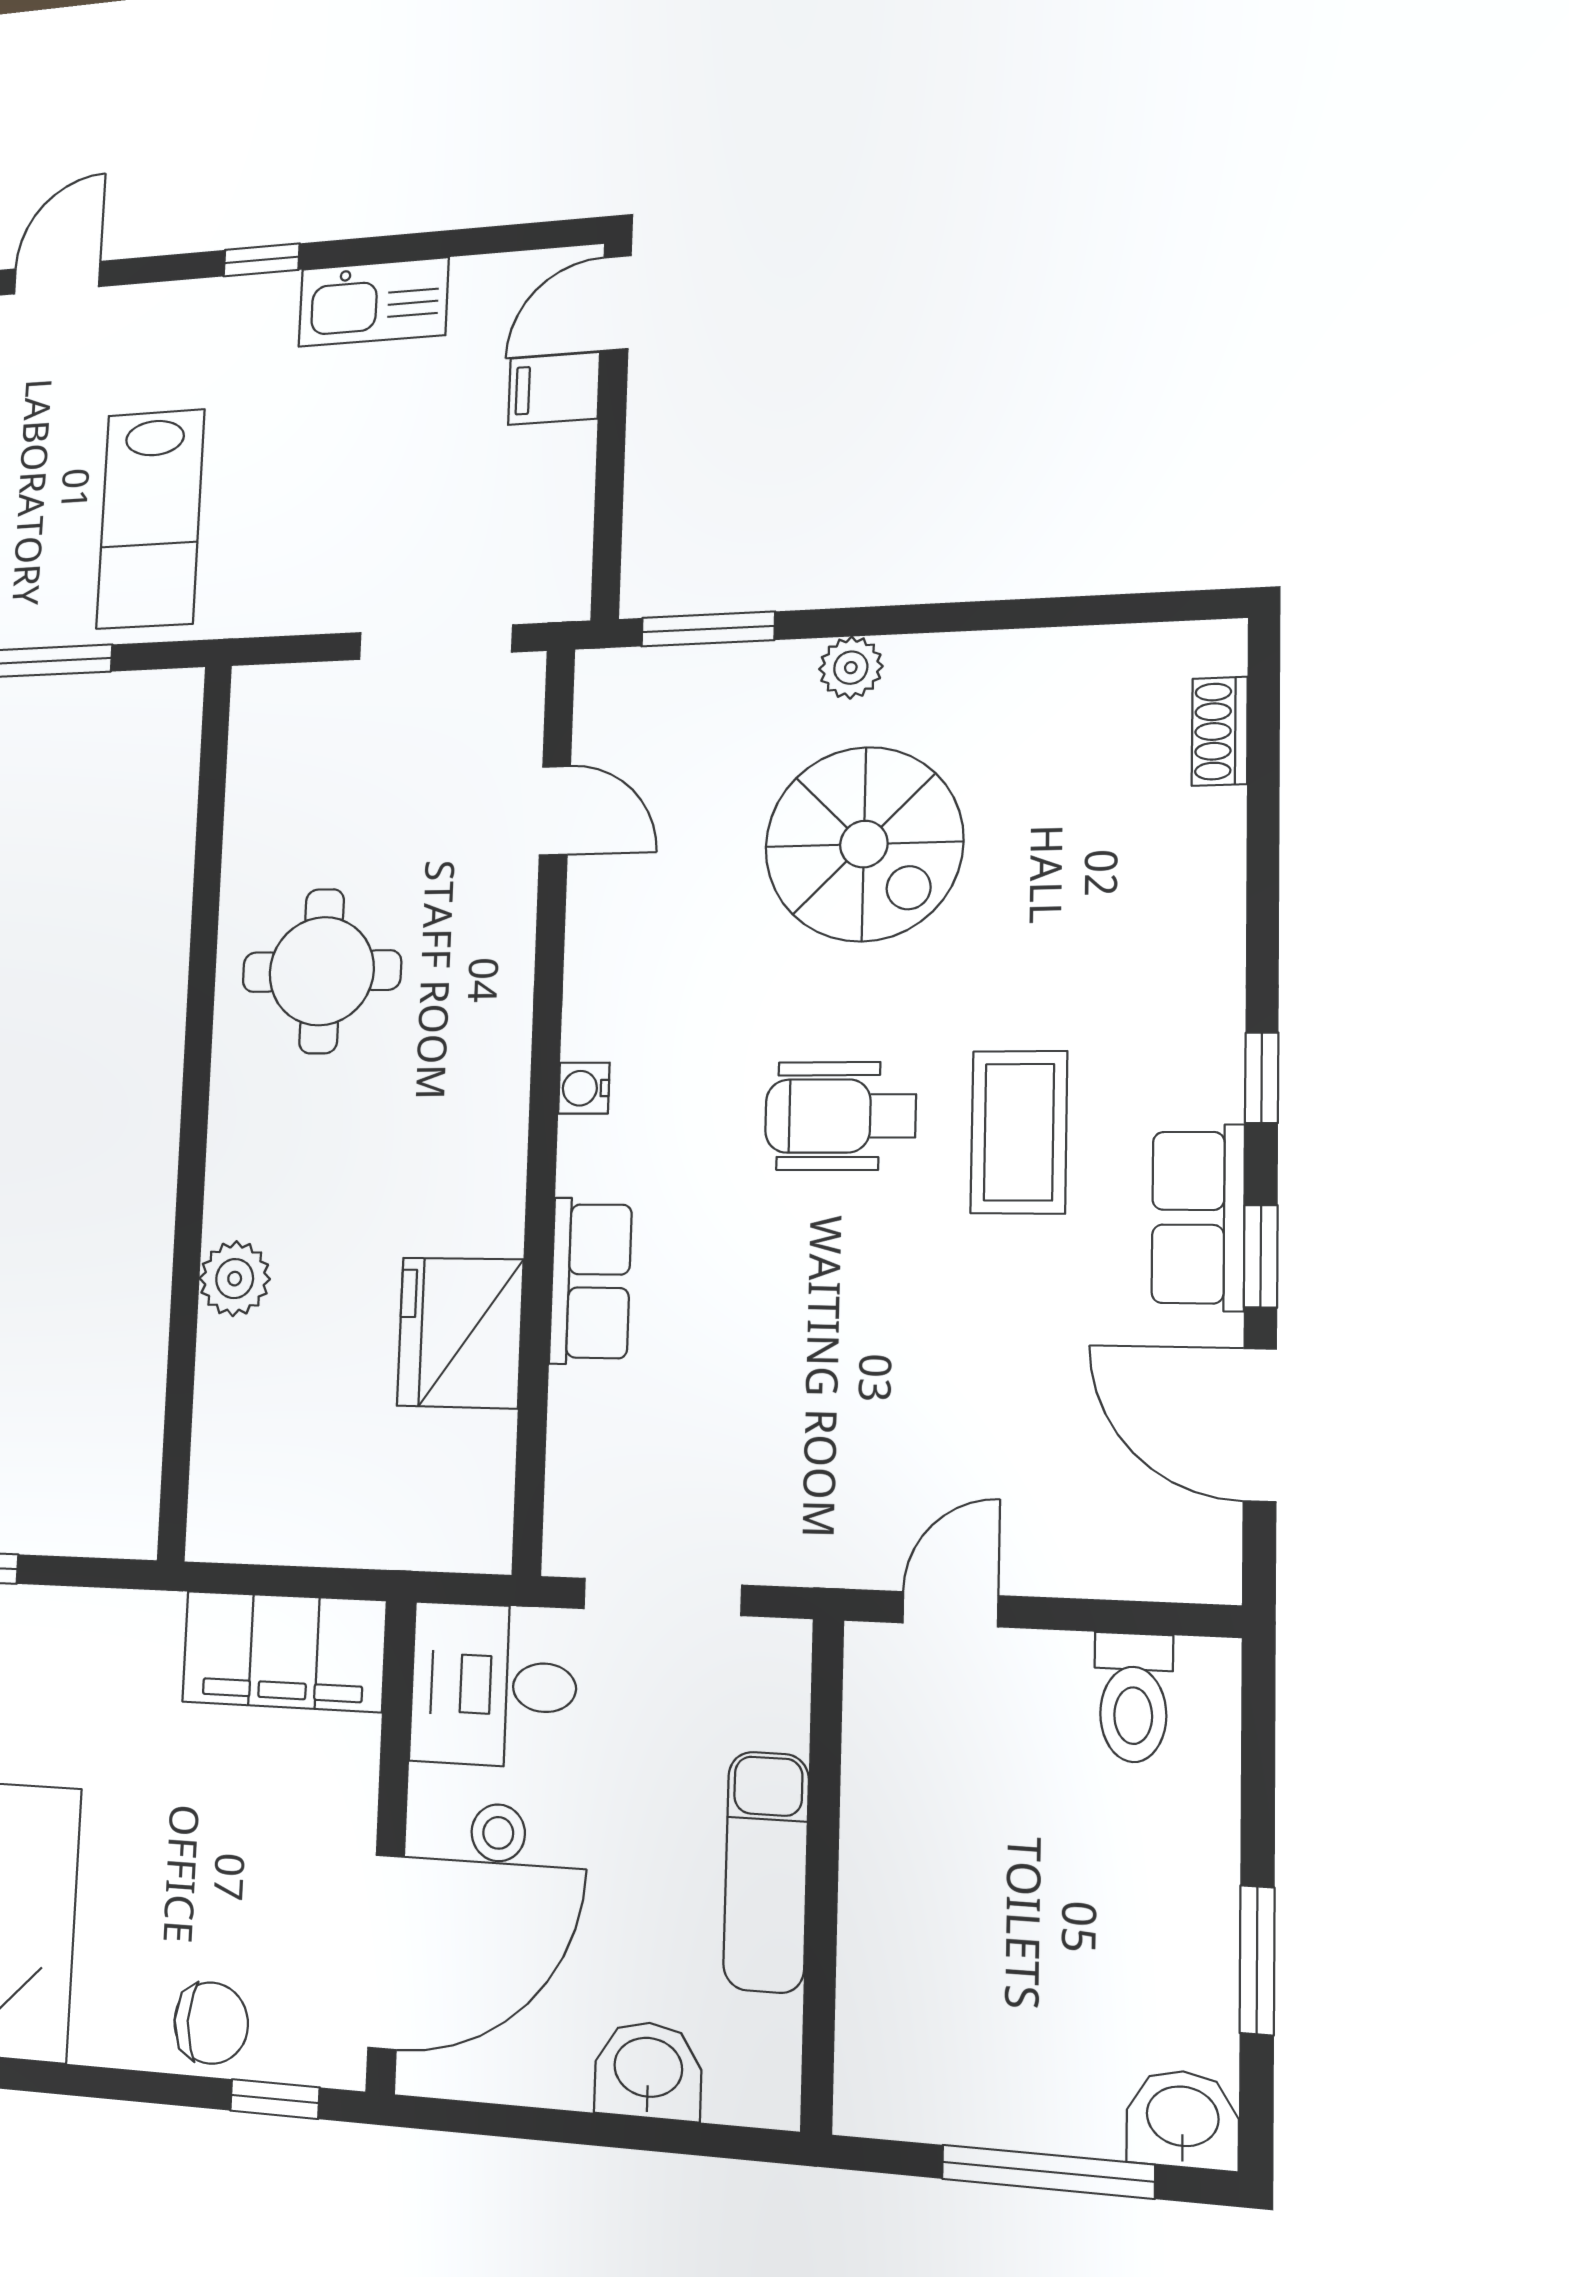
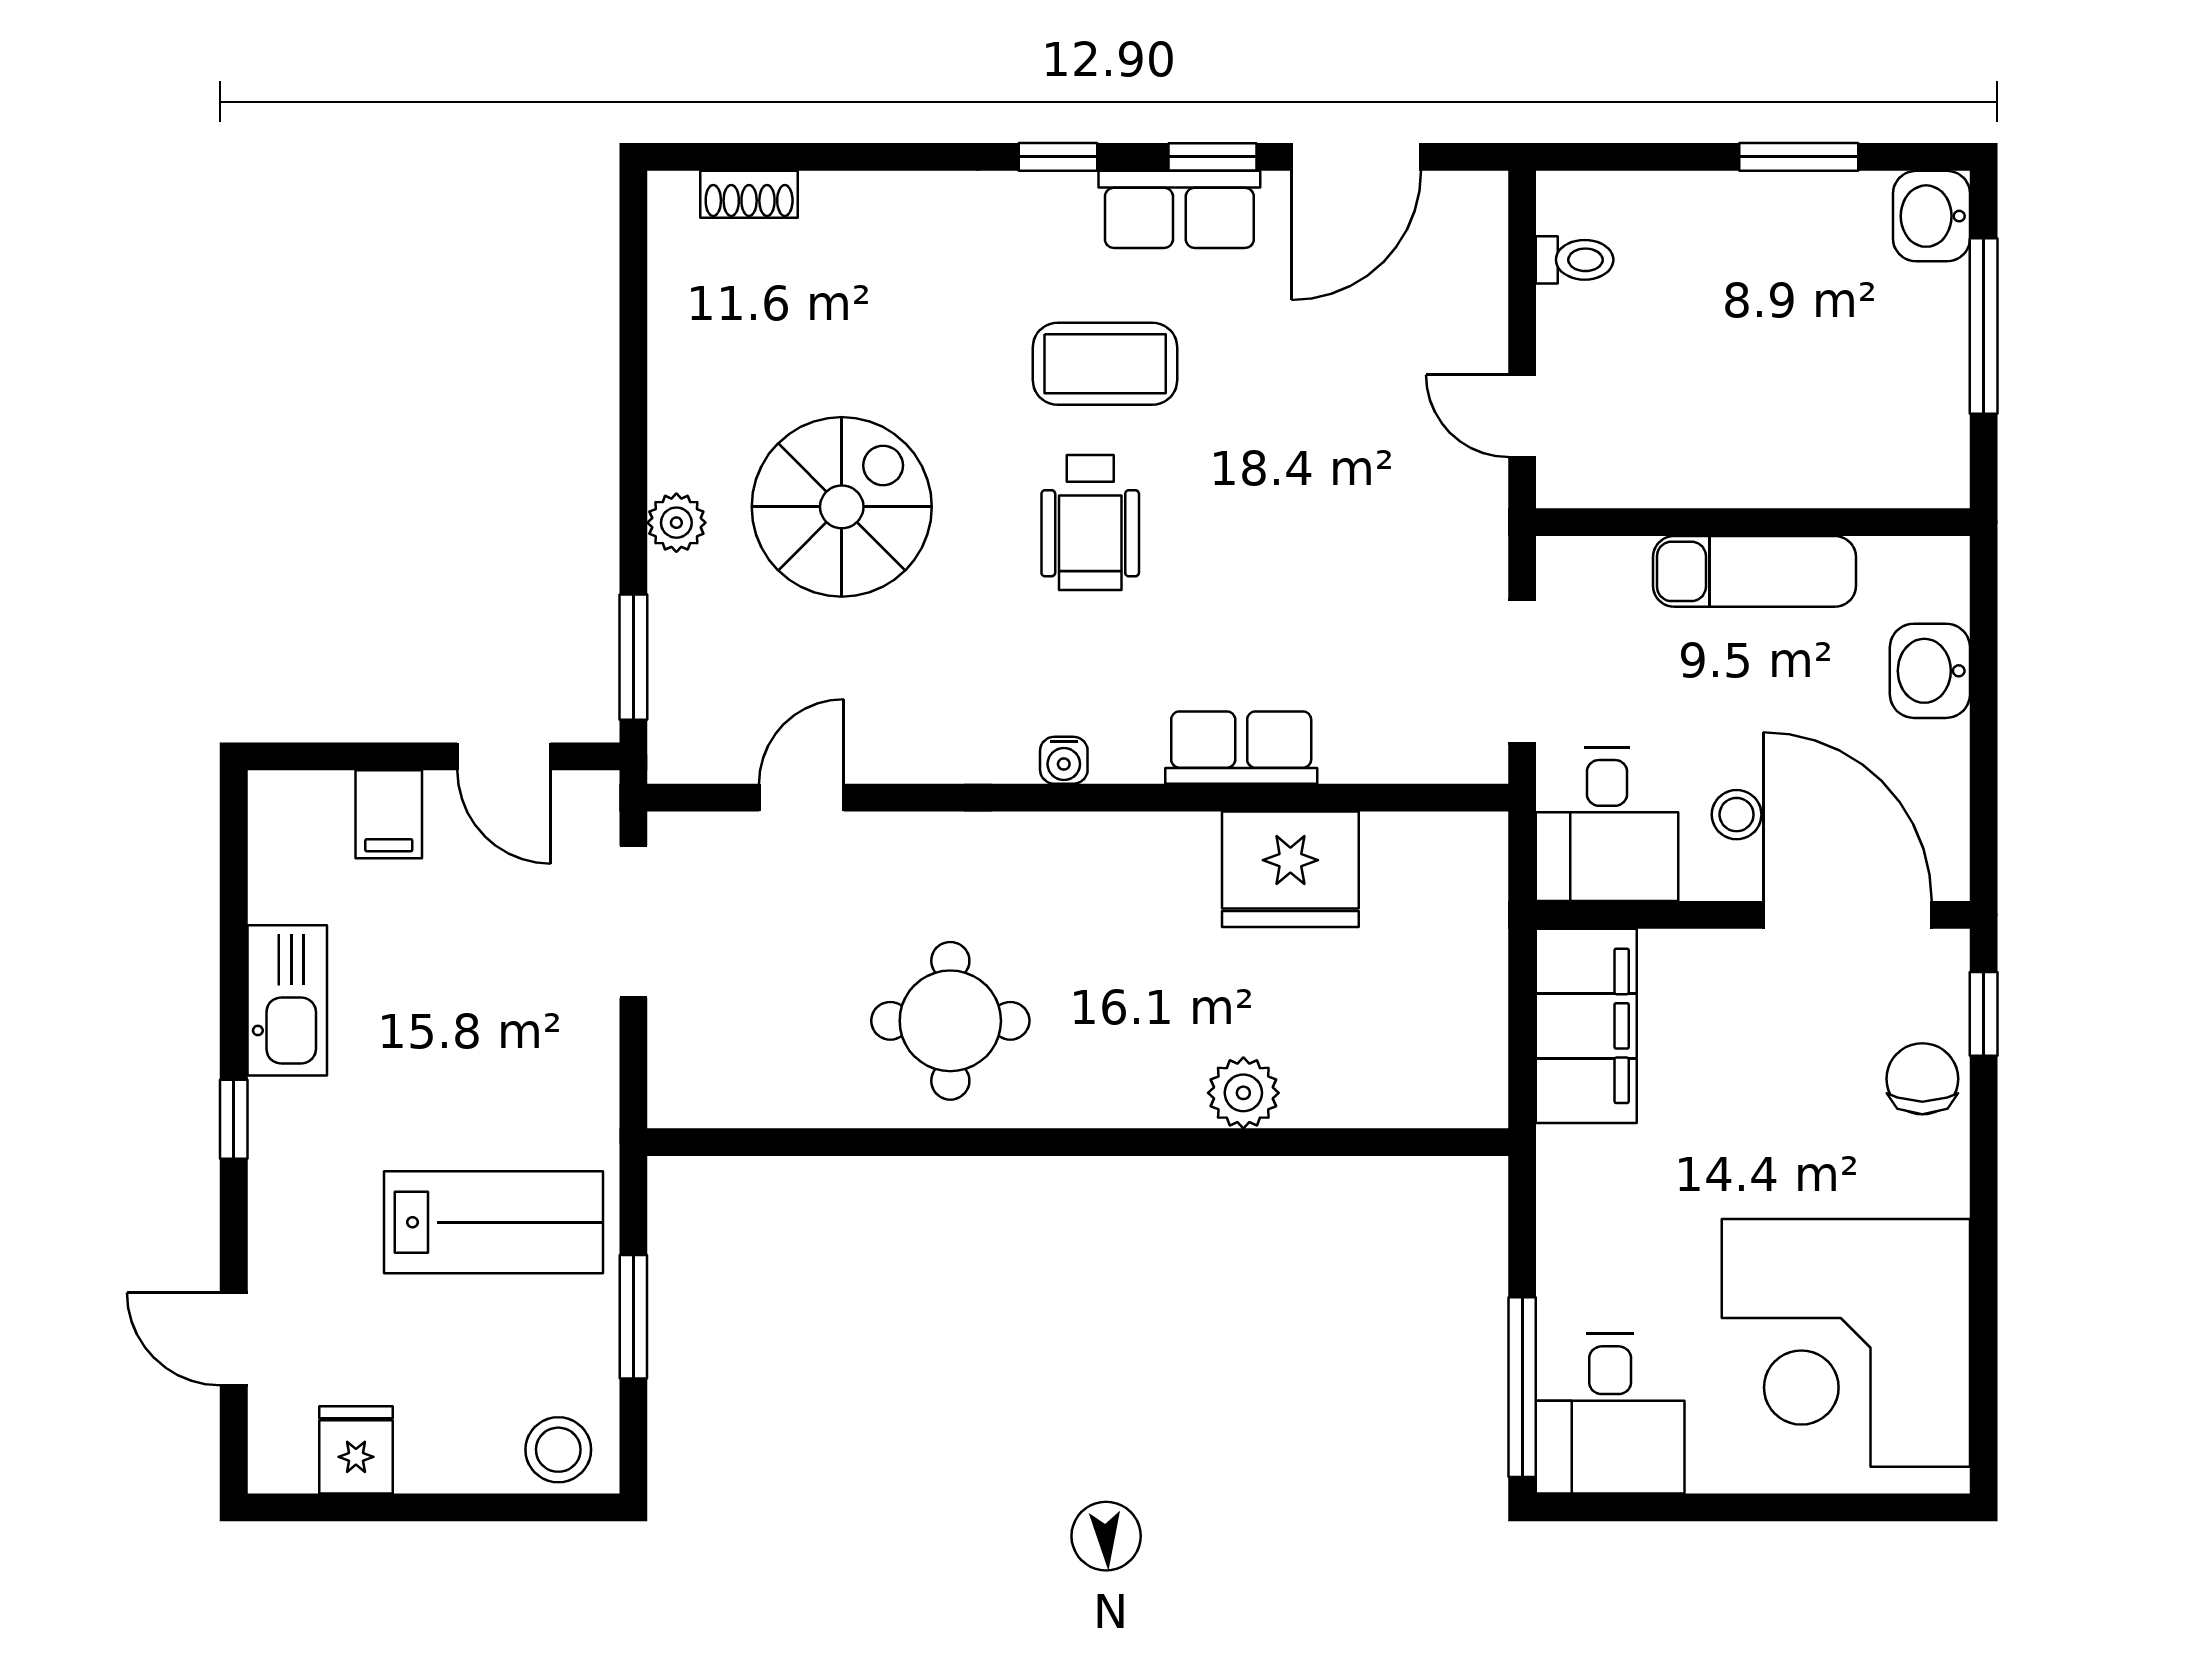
door: (616, 303) -> (504, 756), moved
toilet: (1133, 1698) -> (1575, 260), width x0.73, depth x0.72

